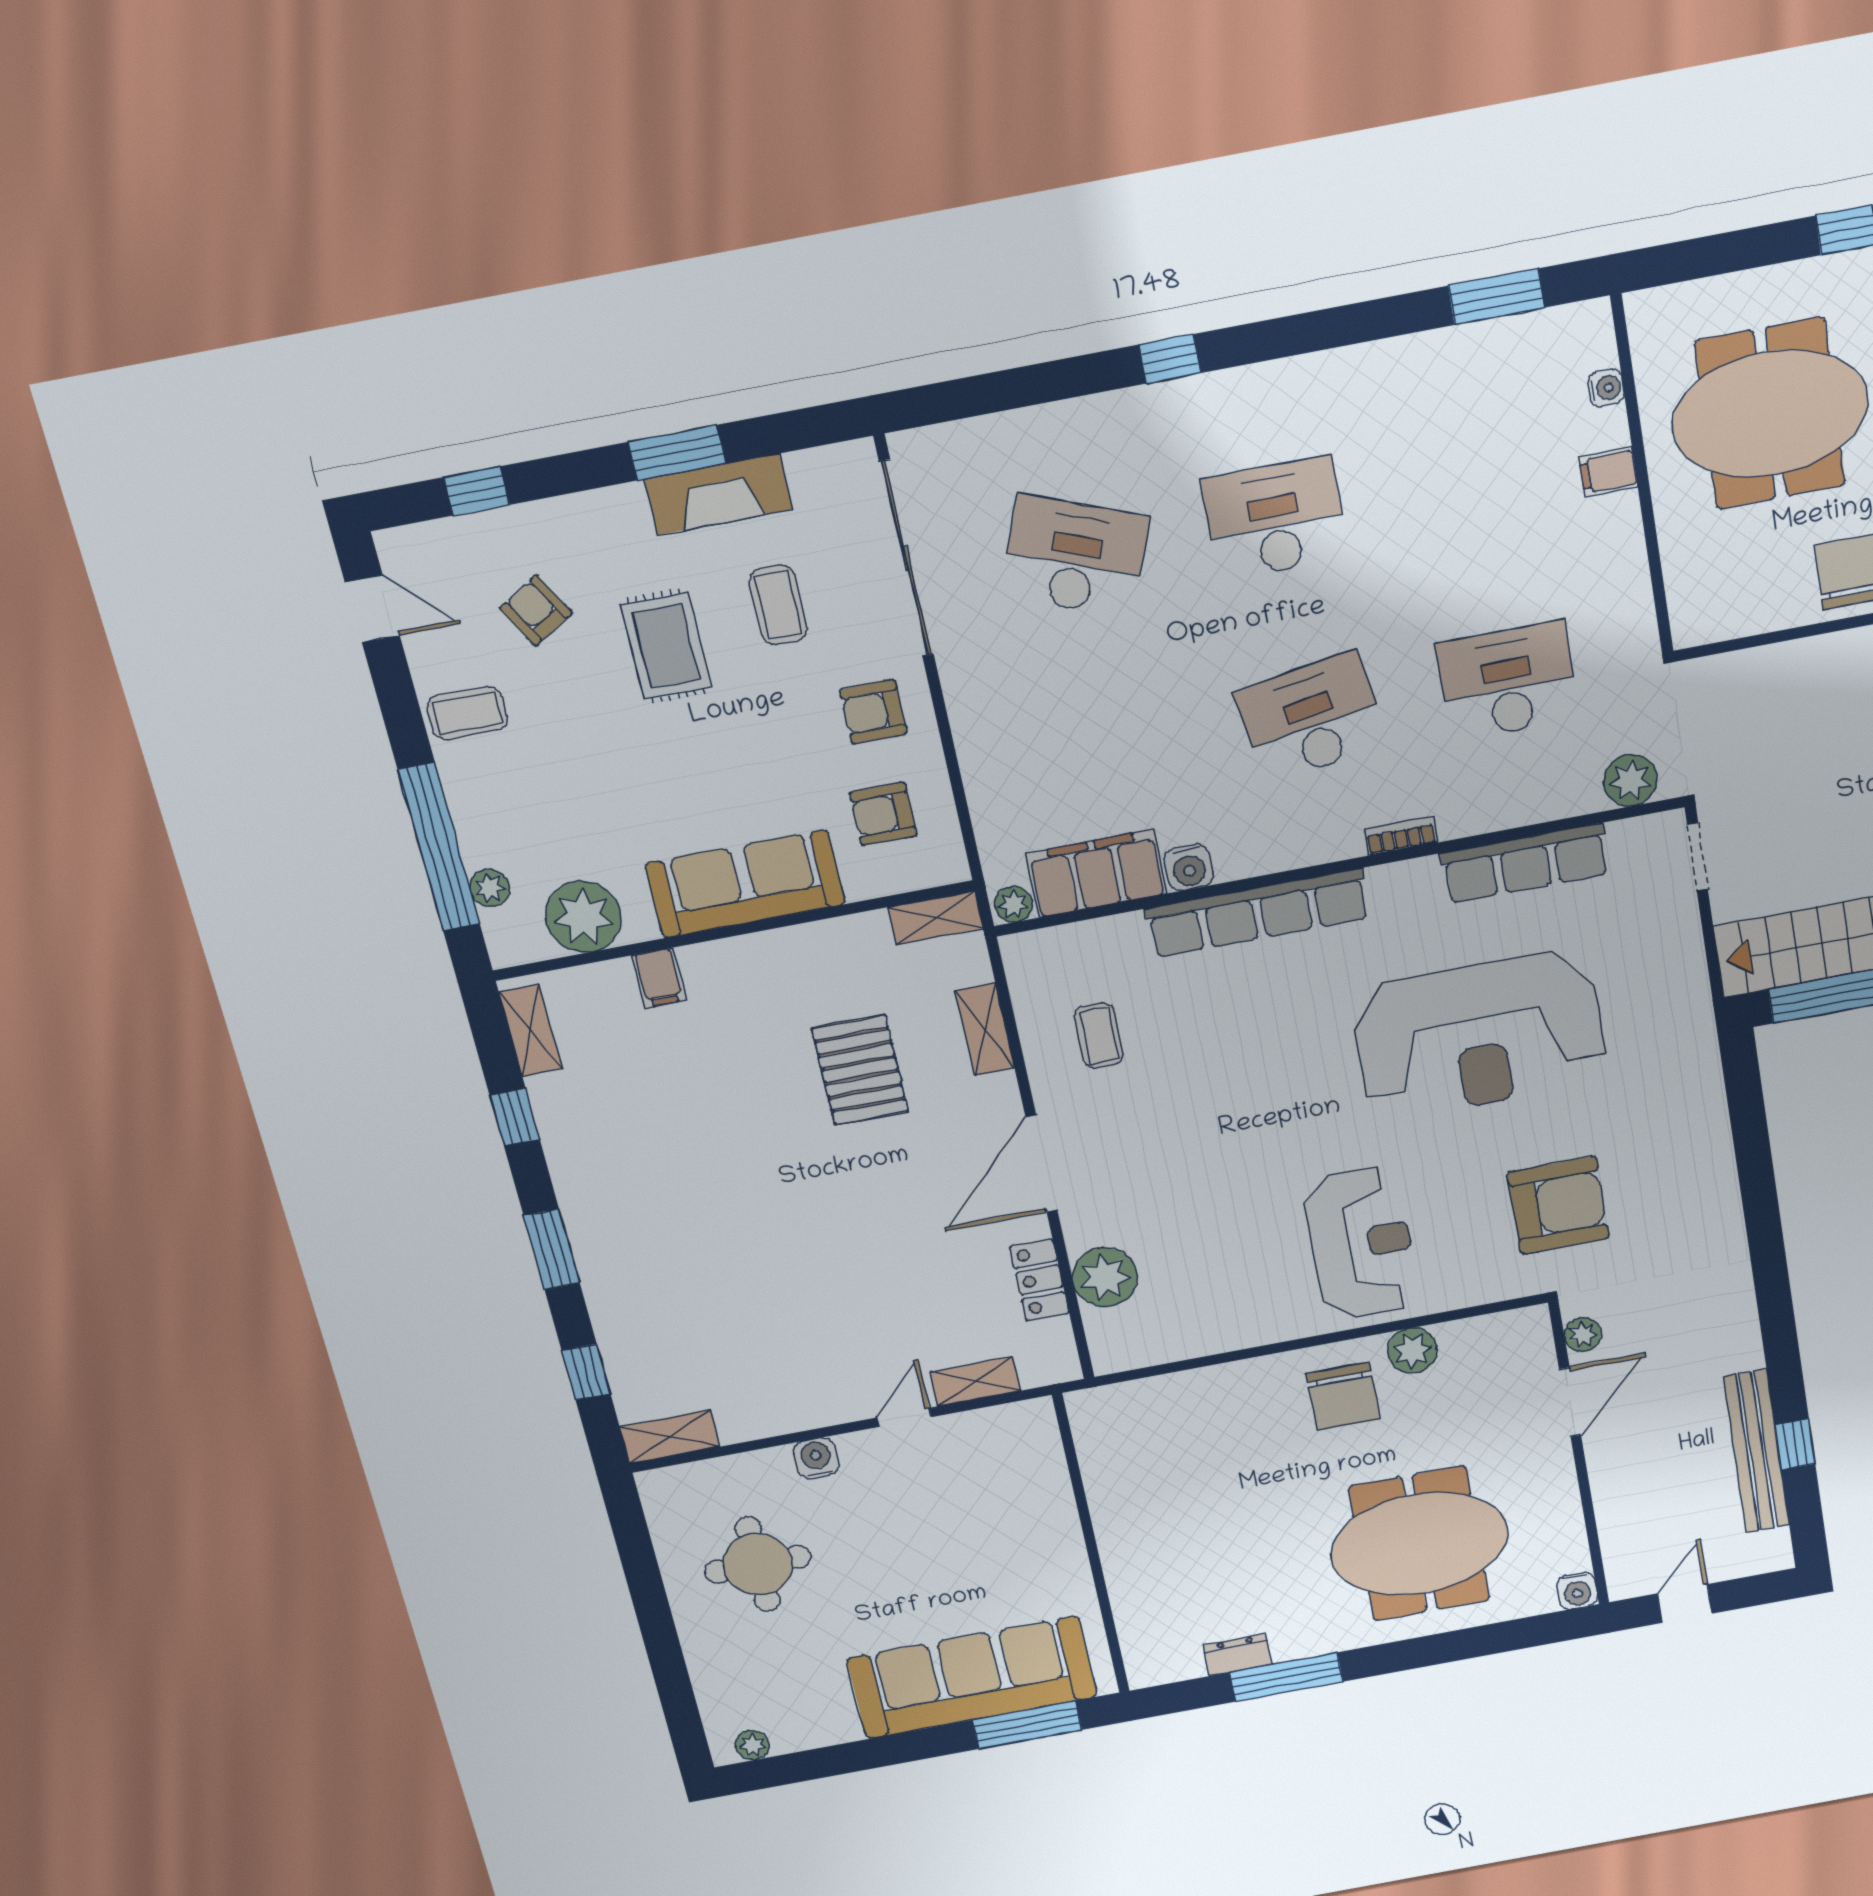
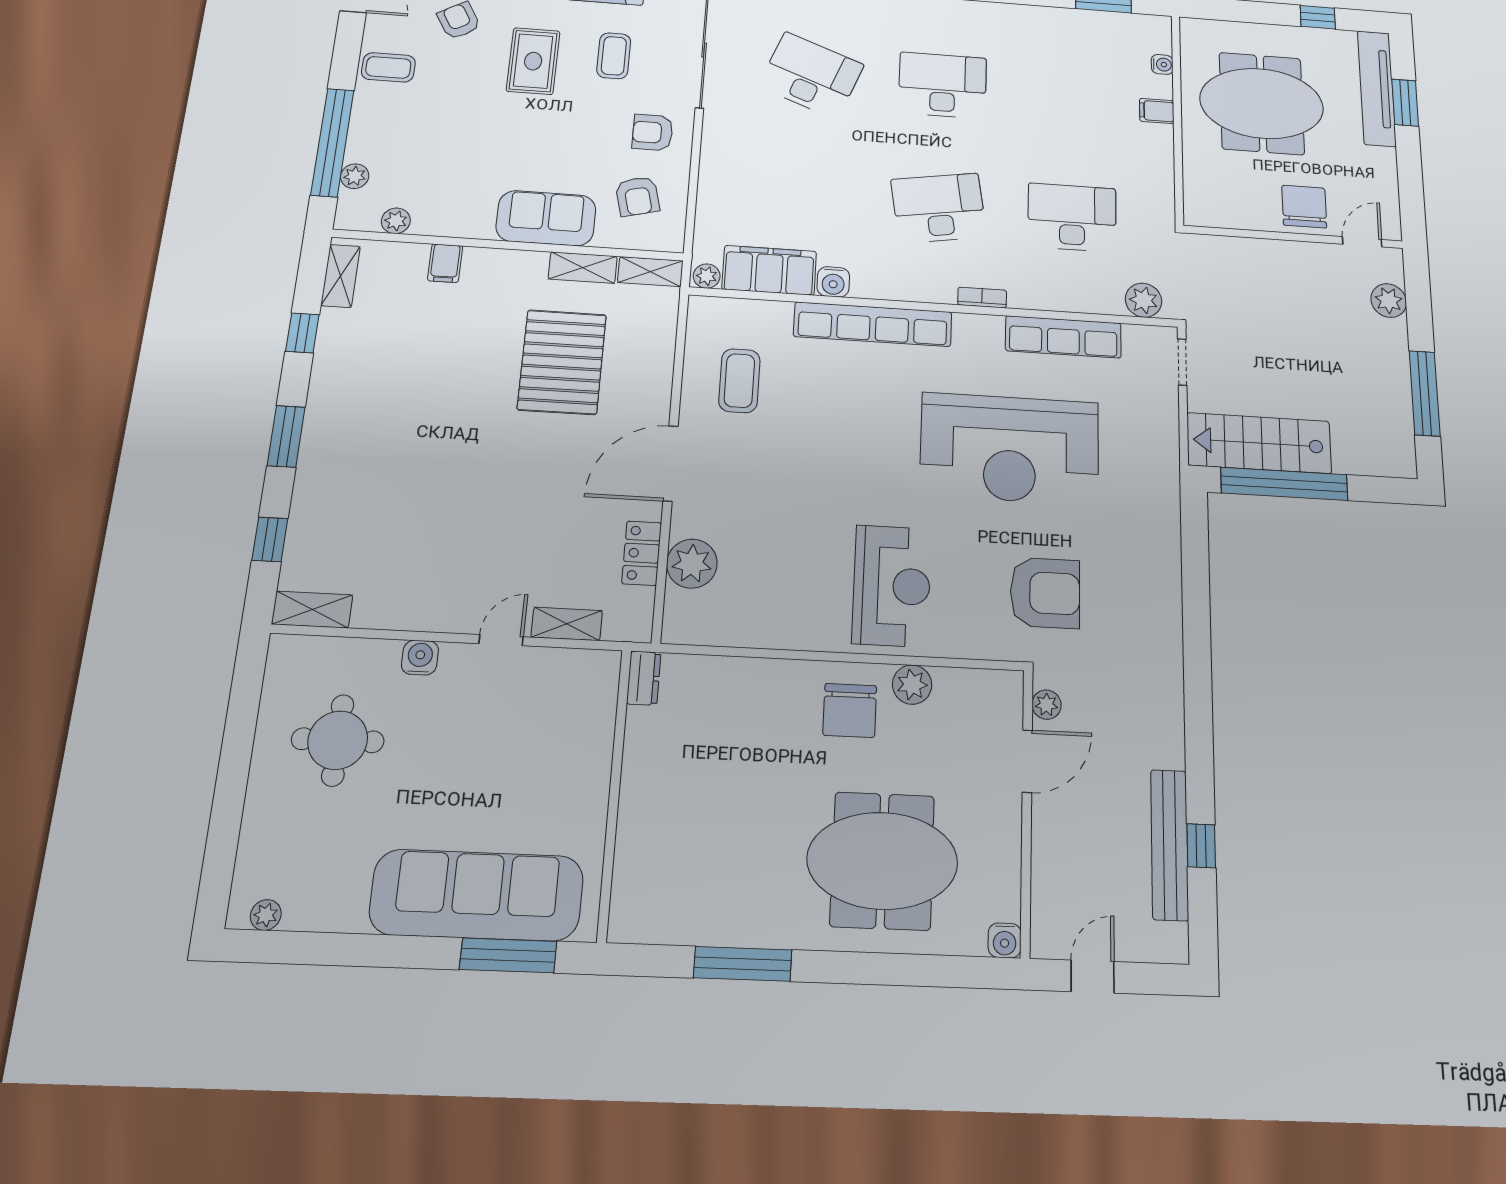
armchair: (883, 814) -> (637, 196), turned -104
sofa: (745, 884) -> (546, 218), width x0.73
plant: (583, 917) -> (396, 221), width x0.53, depth x0.53
shelving: (985, 1029) -> (583, 268), moved, turned 90
coffee table: (1099, 1036) -> (739, 381), width x1.36, depth x1.30
pallet: (860, 1070) -> (562, 362), width x1.37, depth x1.41
dresser: (1238, 1655) -> (644, 678), moved, turned 90

